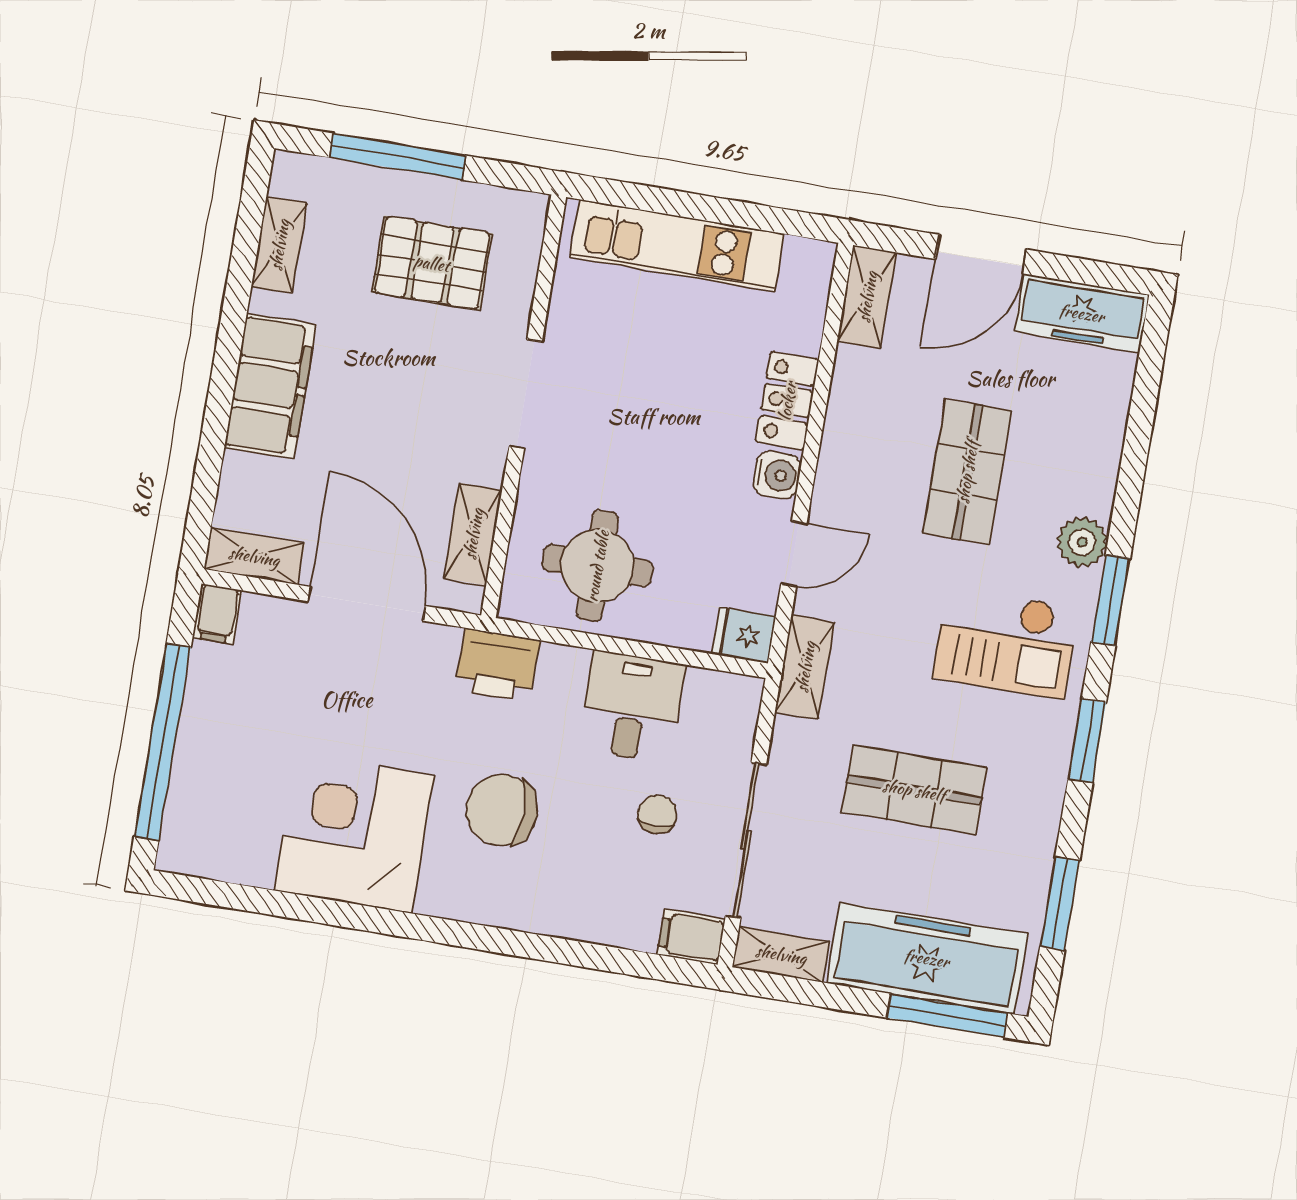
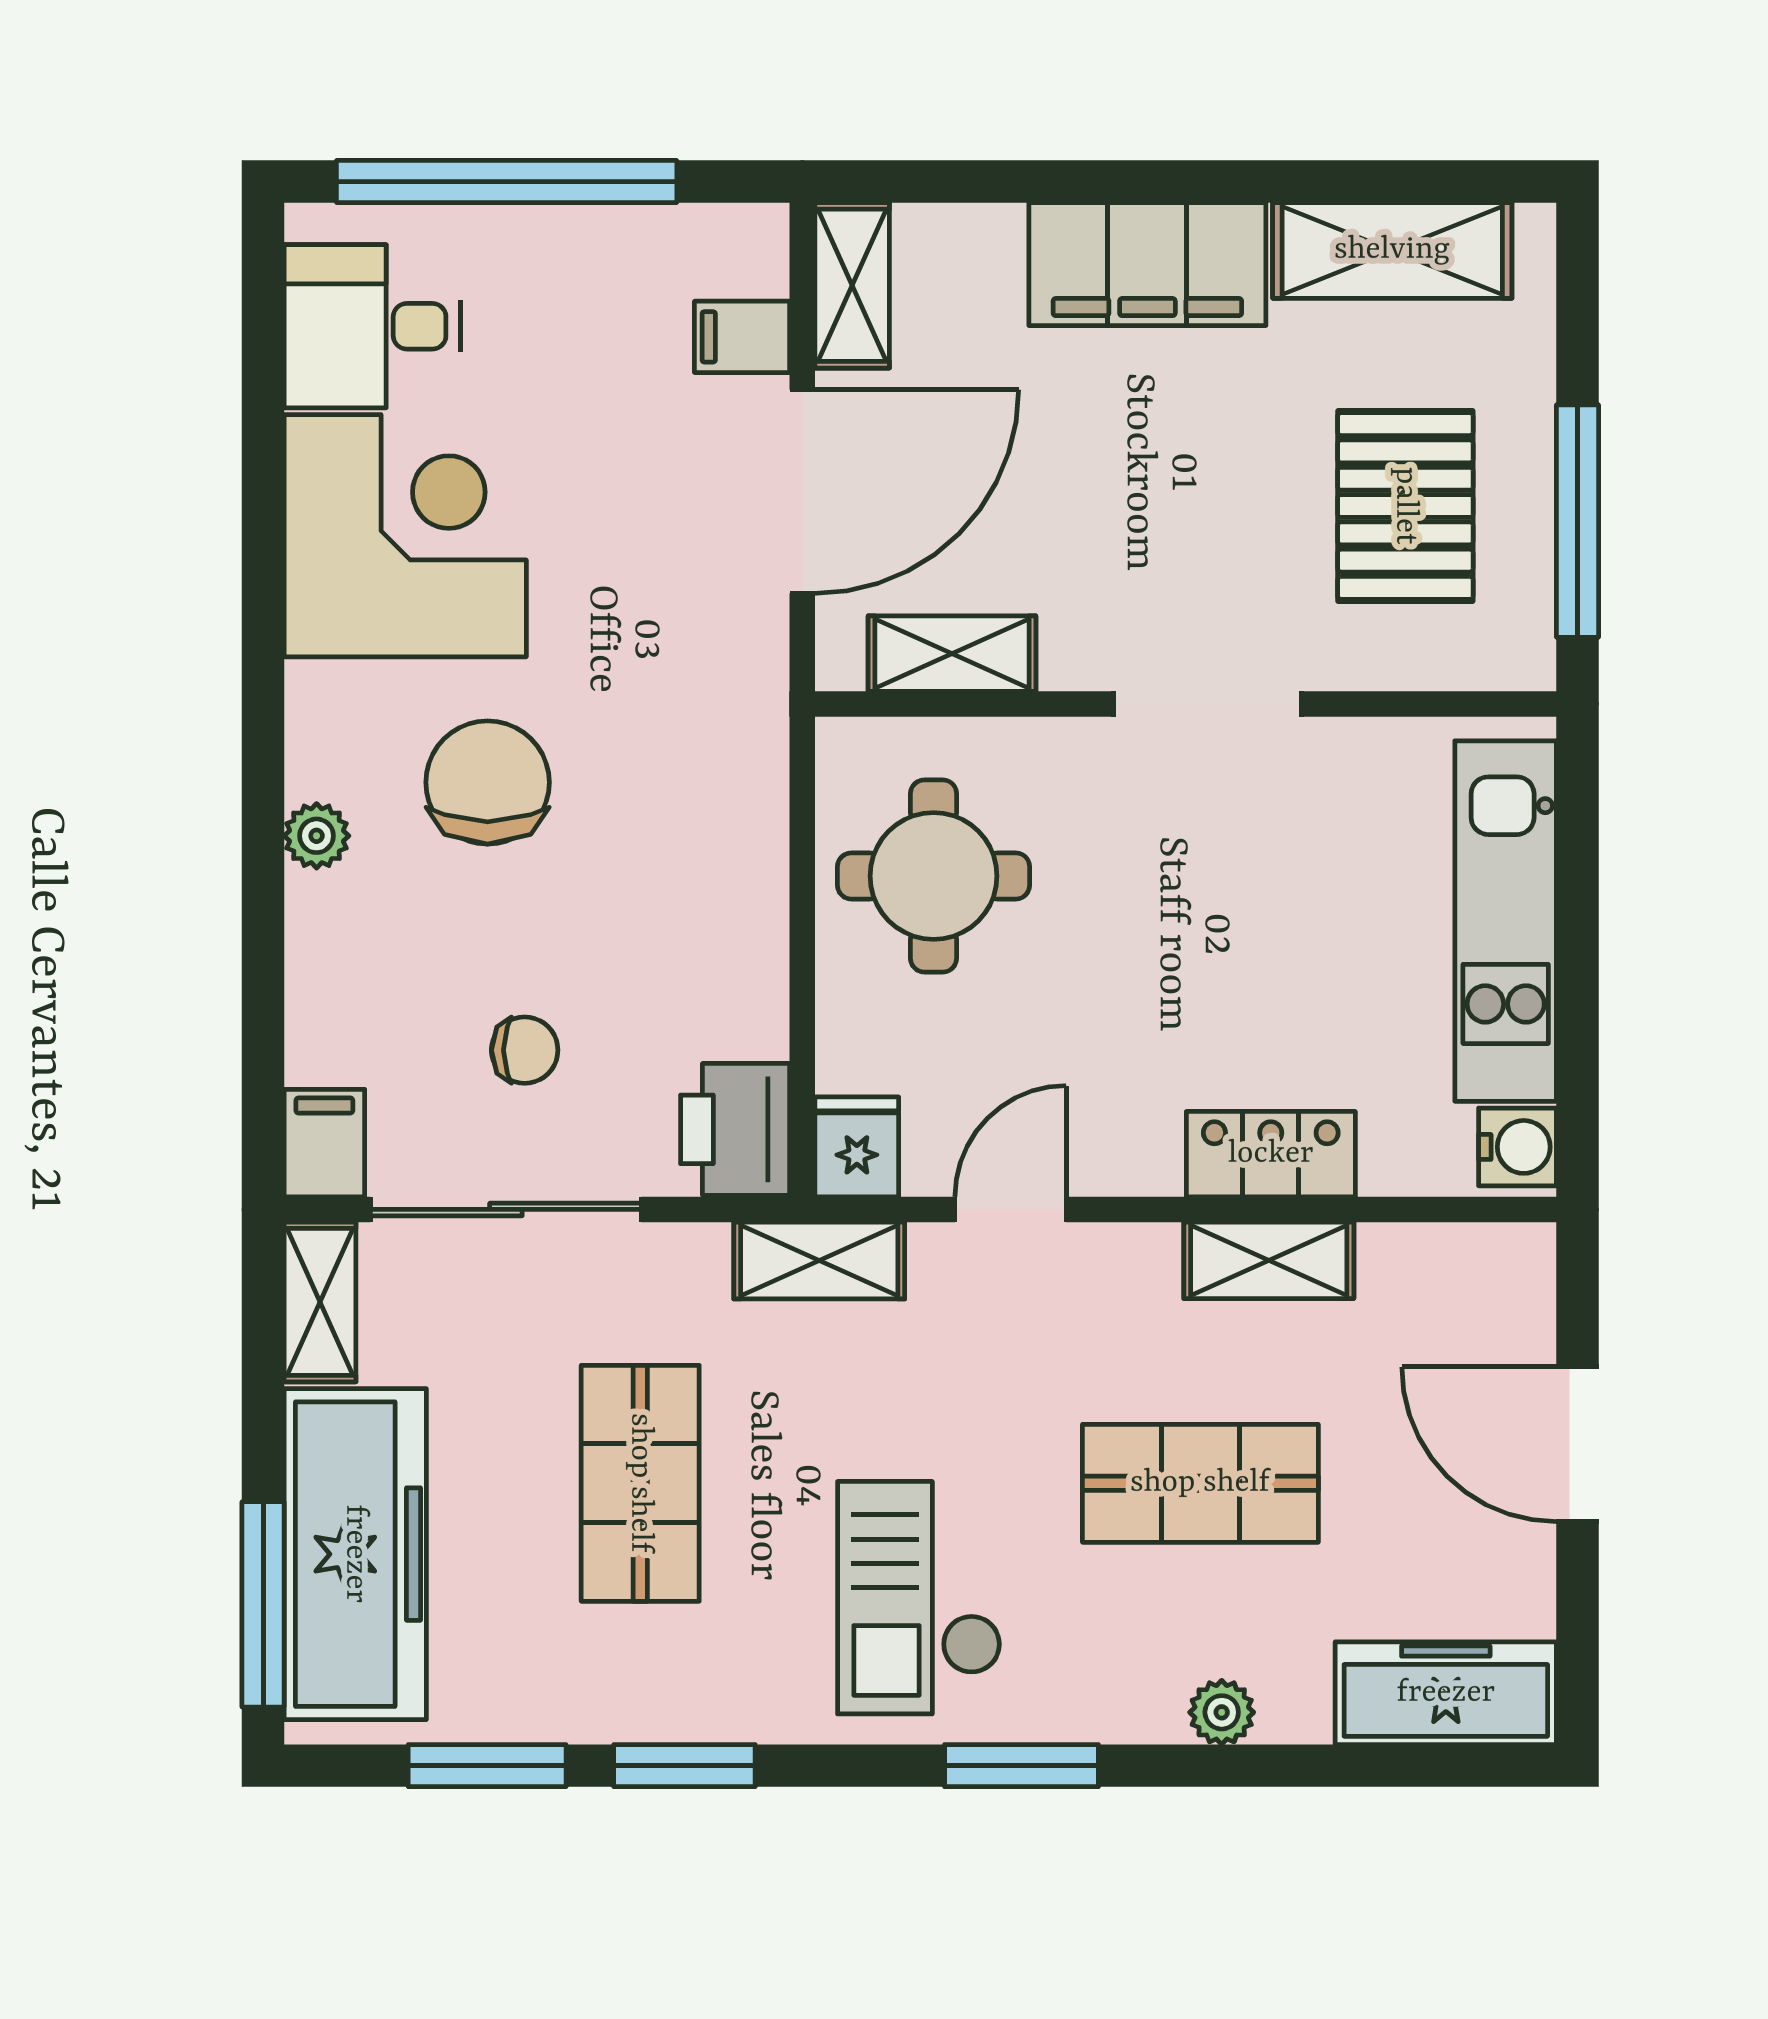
window: (398, 157) -> (1577, 521), moved
shelving: (279, 245) -> (1392, 250), width x1.50, depth x1.33
shelving: (867, 297) -> (1269, 1260), moved
freezer: (1082, 313) -> (1446, 1693), moved, turned 90
water cooler: (777, 475) -> (1518, 1147), moved, turned -90
plant: (1082, 542) -> (1222, 1712), moved, width x0.73, depth x0.73
door: (794, 554) -> (1011, 1209), swing flipped
filing cabinet: (217, 614) -> (742, 337), moved
printer: (497, 665) -> (735, 1129), moved
desk: (631, 707) -> (372, 326), moved, turned 180
window: (1087, 741) -> (684, 1766), moved
plant: (516, 912) -> (317, 836), added

